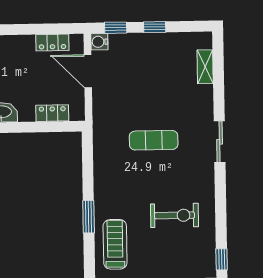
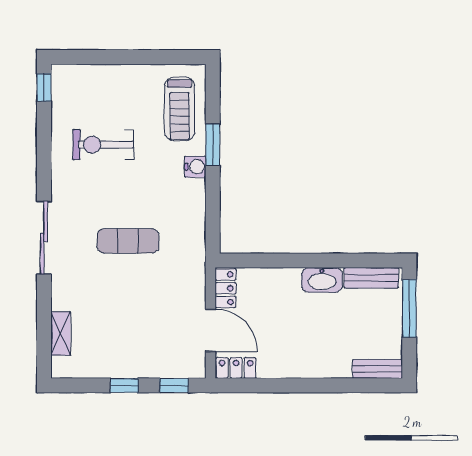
water cooler: (99, 42) -> (195, 167), moved
locker: (52, 43) -> (236, 368), moved
locker: (52, 113) -> (226, 288), moved, turned -90
sliding door: (220, 142) -> (44, 238), width x1.37

